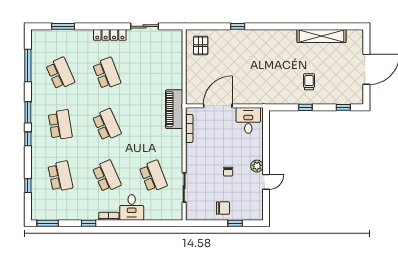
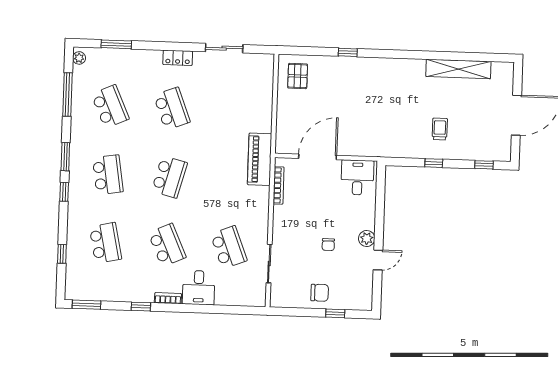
locker: (110, 35) -> (178, 58), width x0.66
plant: (36, 38) -> (79, 58), added
school desk: (107, 125) -> (169, 177), turned 39

